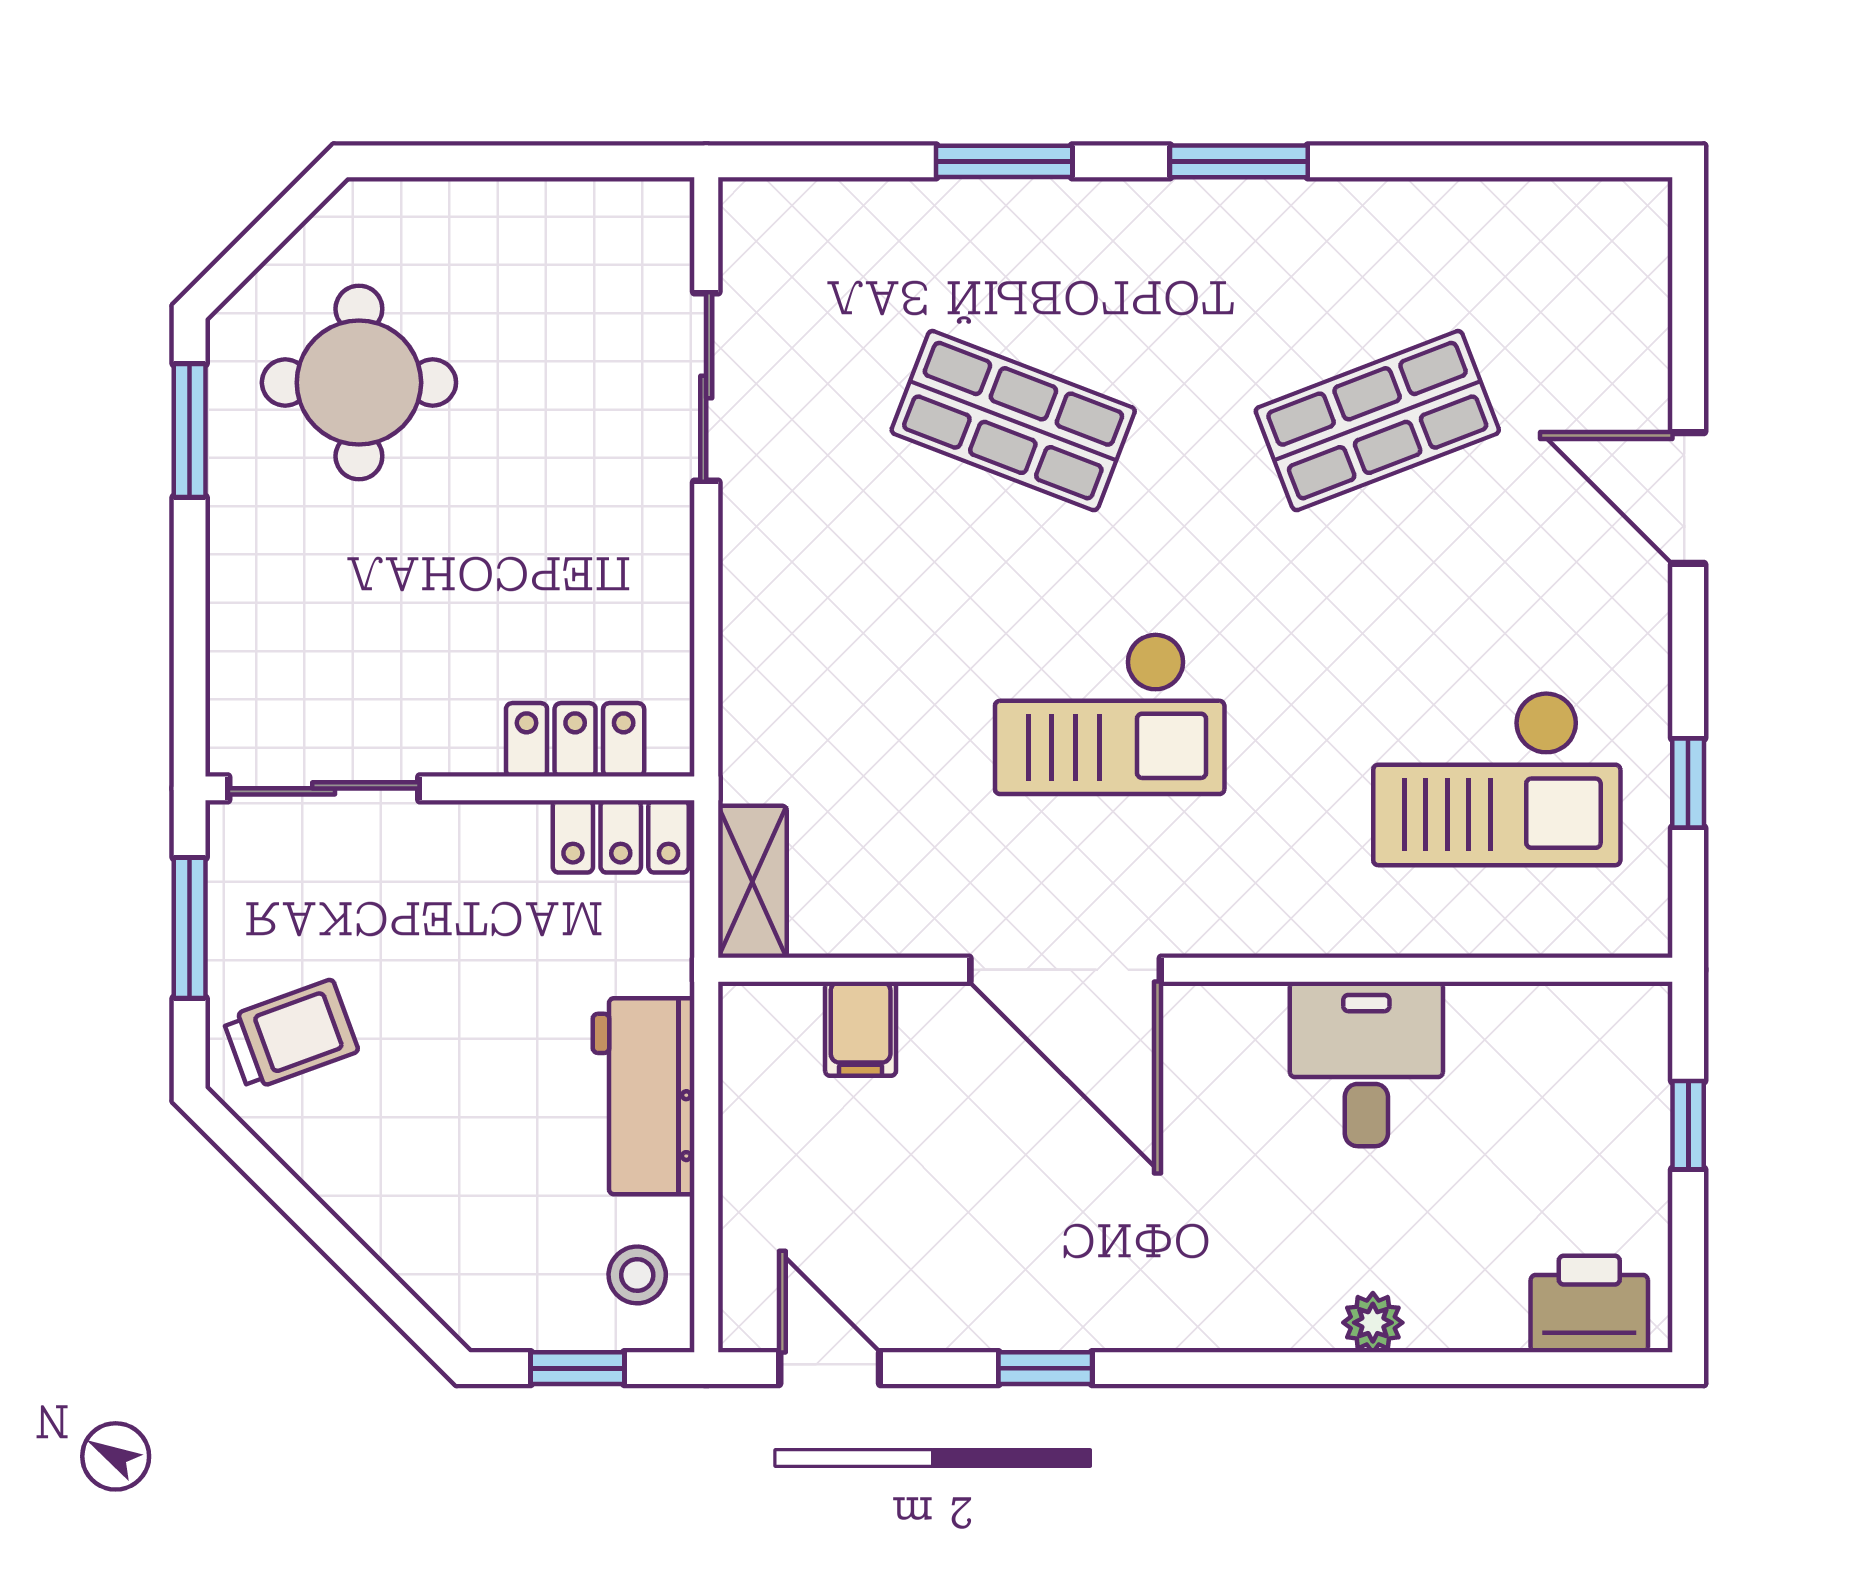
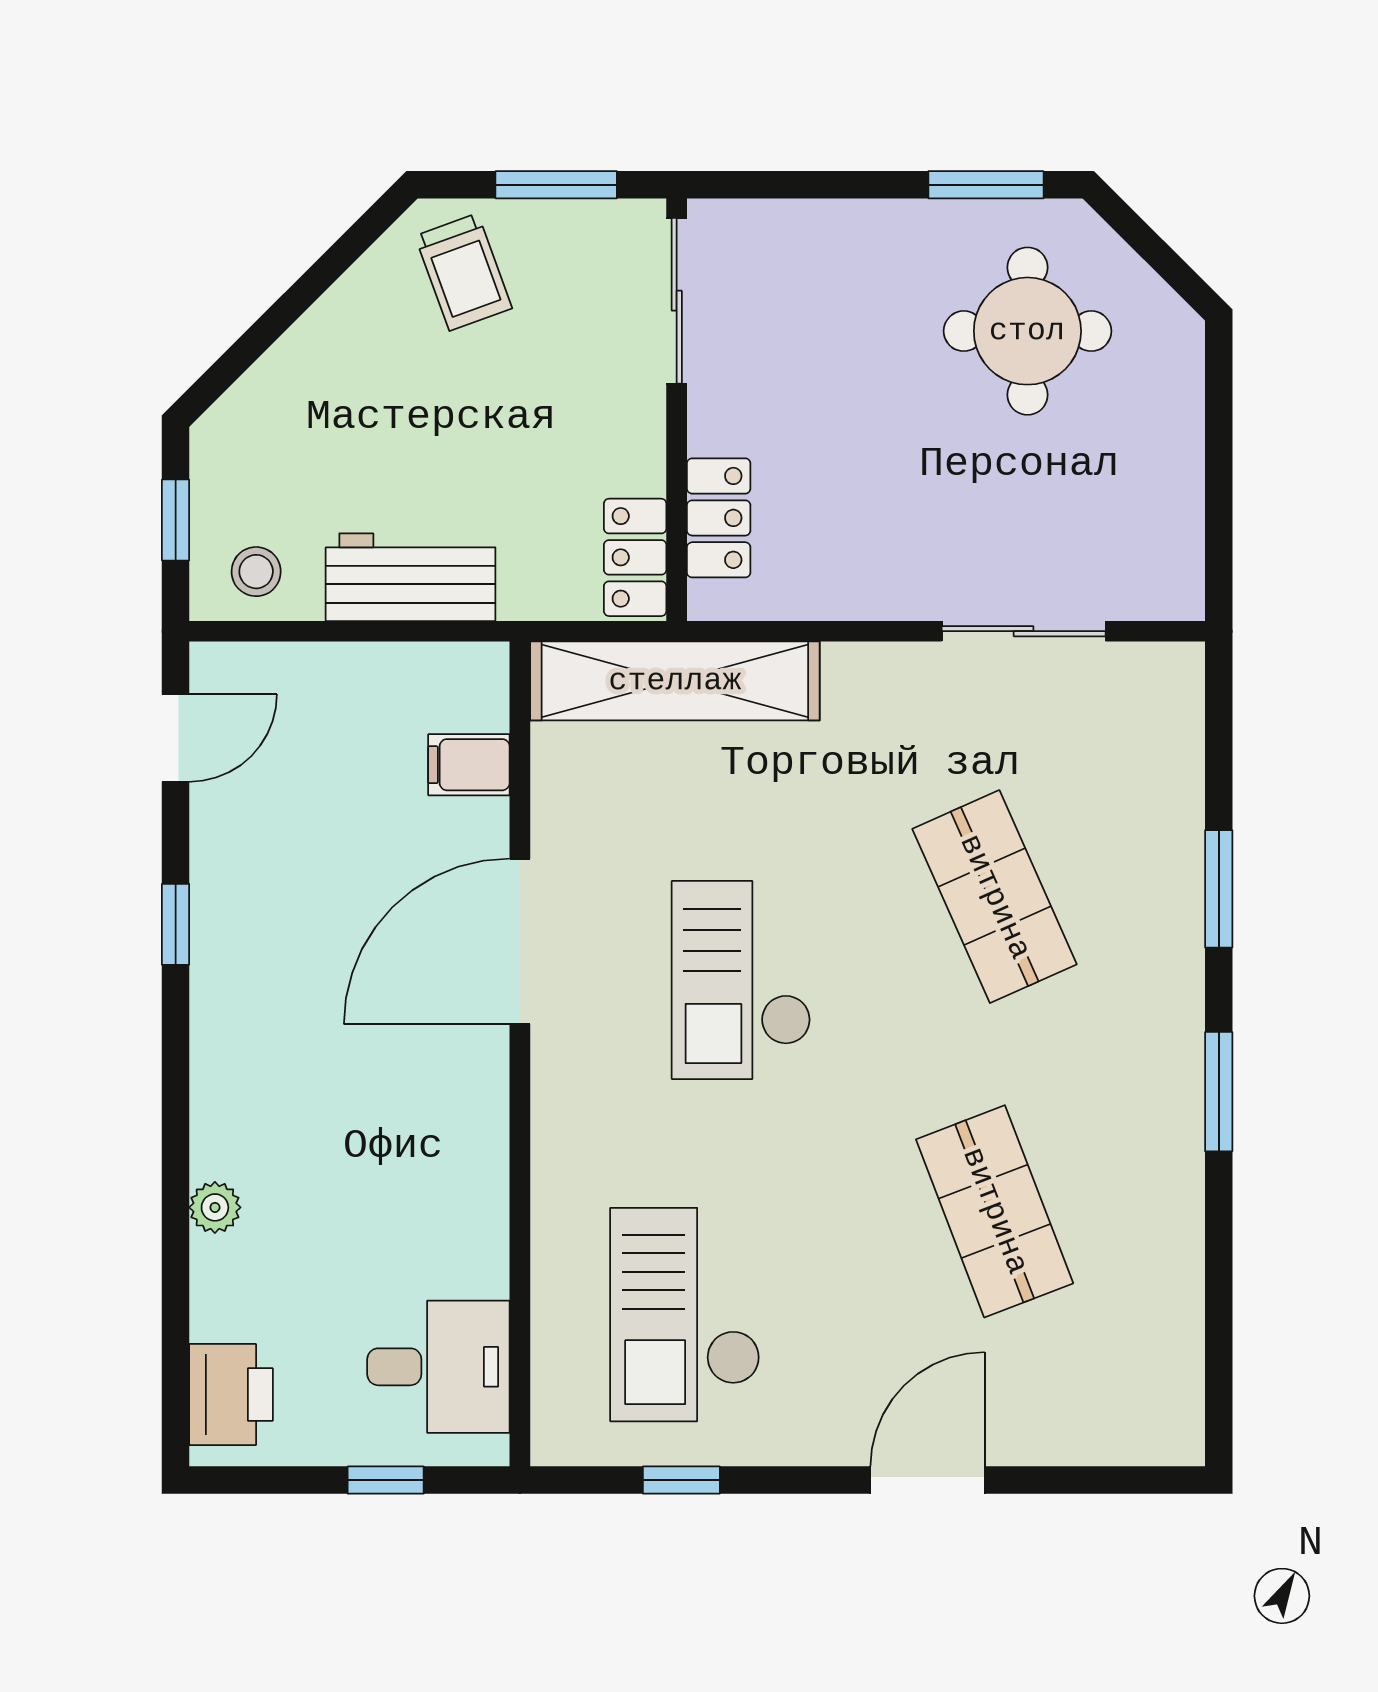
shop shelf: (1013, 421) -> (995, 897), turned -45
shelving: (752, 882) -> (675, 681), width x2.20, depth x1.33
desk: (1366, 1064) -> (438, 1367), moved

